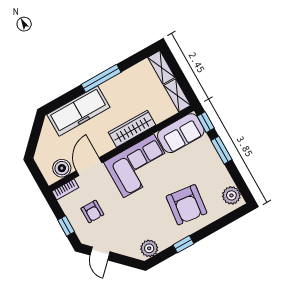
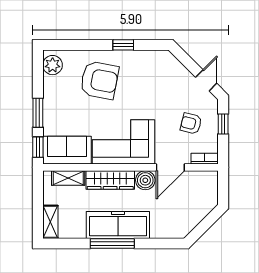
shelving: (177, 95) -> (68, 178), moved, turned 90
freezer: (78, 111) -> (118, 225), moved
boiler: (62, 168) -> (145, 180), moved
armchair: (187, 205) -> (99, 80), turned 94
armchair: (92, 212) -> (191, 124), turned -76
plant: (149, 248) -> (157, 59), removed

